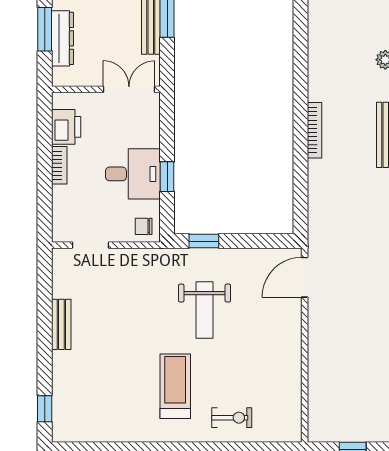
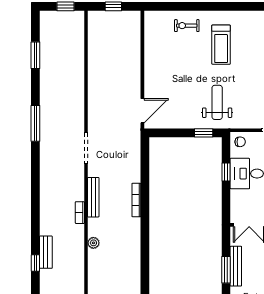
weight bench: (205, 310) -> (217, 102), moved

